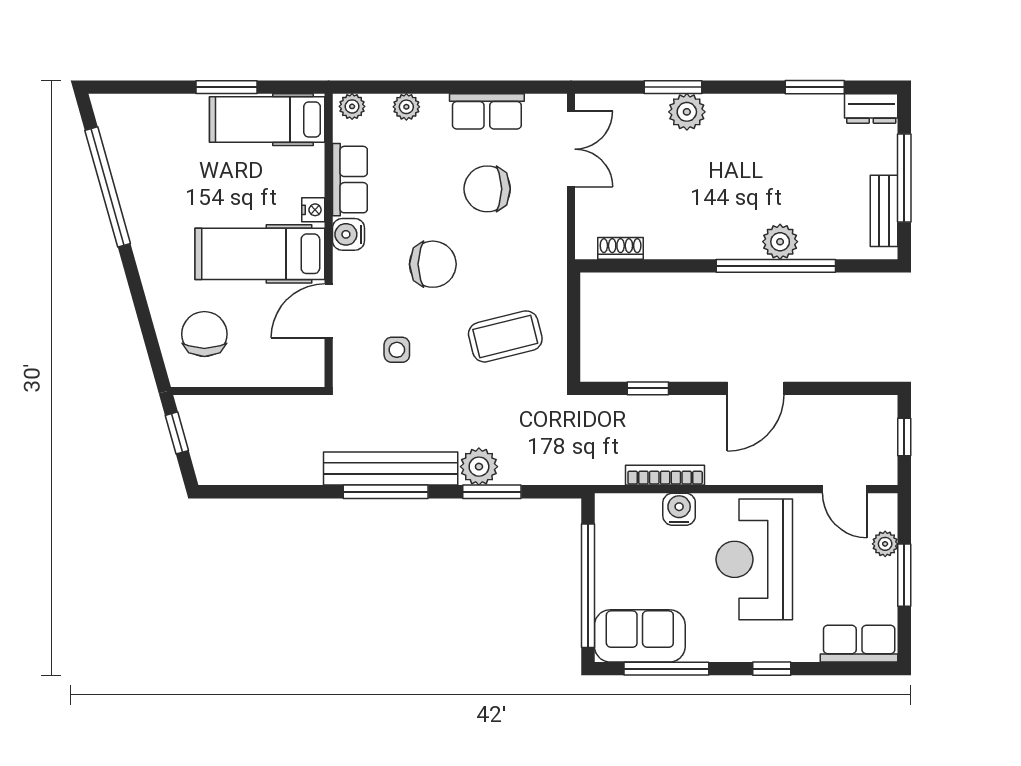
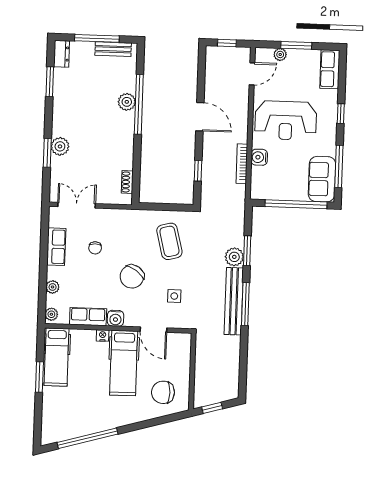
chair: (487, 189) -> (95, 248), width x0.54, depth x0.54
chair: (433, 264) -> (132, 276), turned -145

